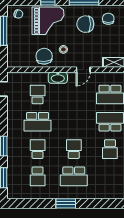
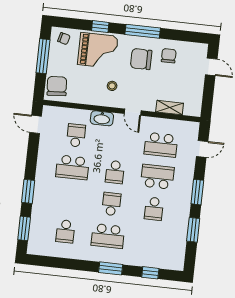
chair: (44, 56) -> (57, 86), moved
door: (83, 70) -> (133, 112), hinge flipped
school desk: (38, 149) -> (115, 172), moved, turned 180
window: (66, 203) -> (111, 268), moved
window: (113, 203) -> (150, 273), added

